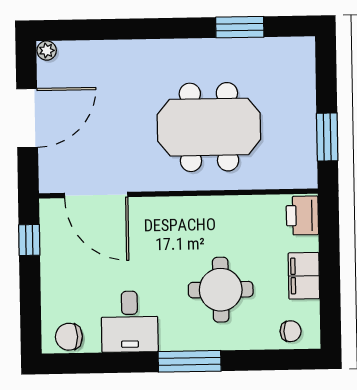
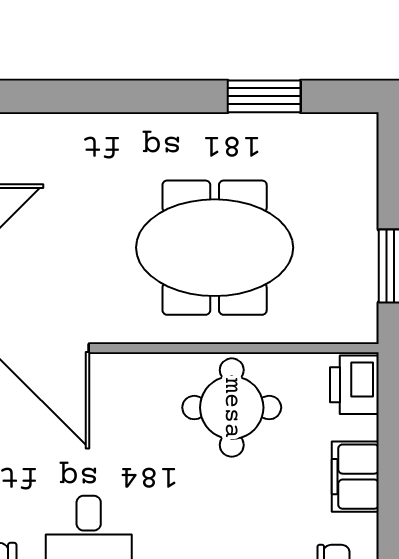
round table: (221, 290) -> (232, 408), moved

